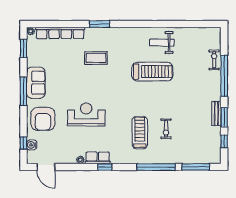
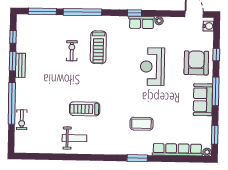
treadmill: (152, 72) -> (85, 109), width x0.73, depth x0.73
reception desk: (86, 115) -> (152, 67), turned 90
window: (23, 143) -> (216, 55), moved
water cooler: (32, 145) -> (208, 26), moved

